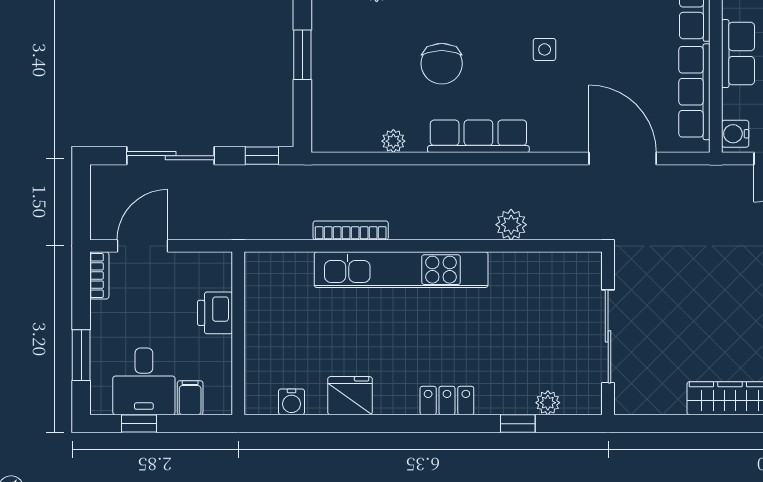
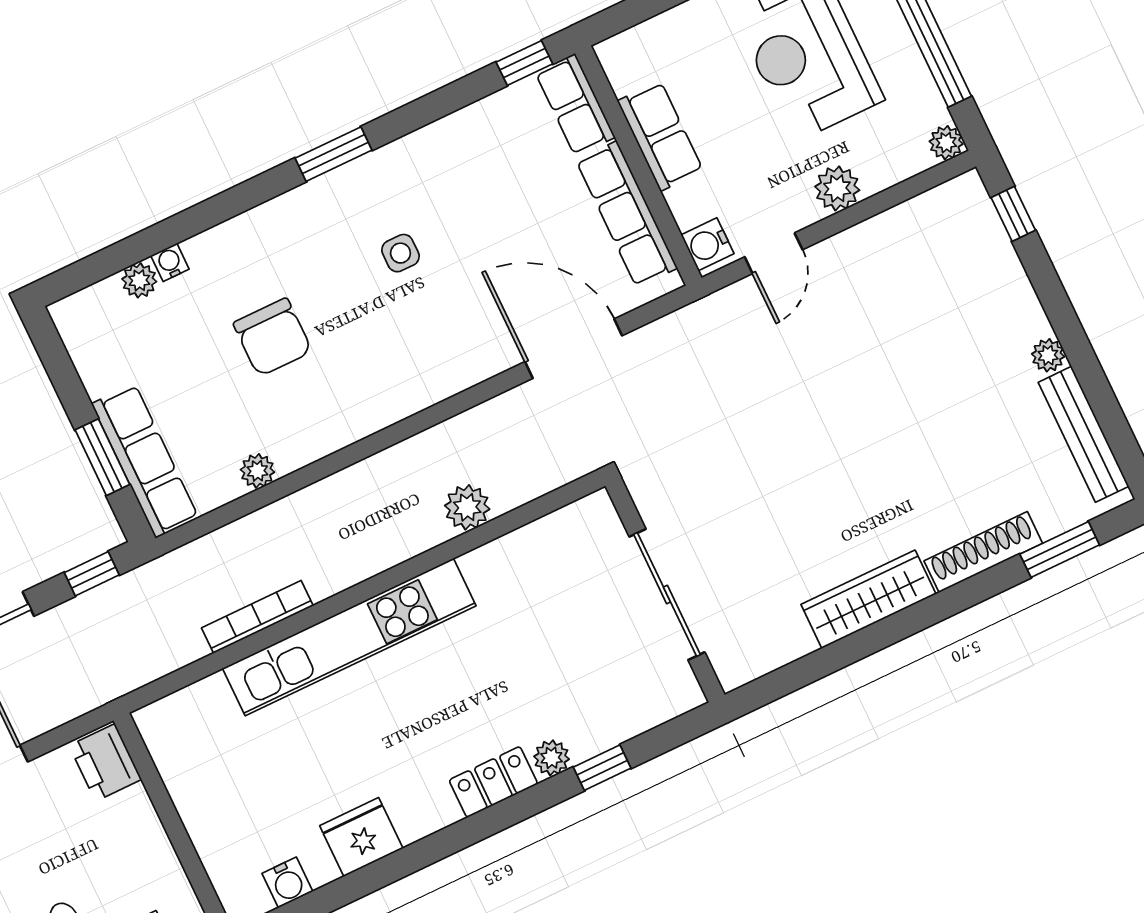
window: (302, 55) -> (102, 457), moved
row of seats: (478, 136) -> (145, 461), moved, turned 90
printer: (215, 313) -> (105, 763), moved
plant: (548, 403) -> (552, 758), moved

